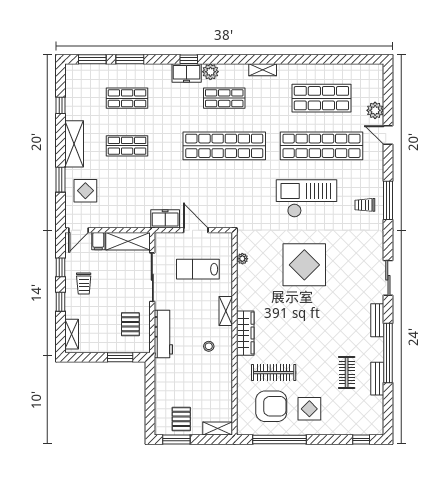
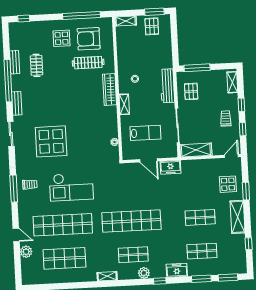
freezer: (187, 73) -> (177, 270), moved
filing cabinet: (98, 241) -> (217, 149), removed
display table: (304, 265) -> (51, 141), moved
window: (120, 357) -> (197, 68), width x1.44

